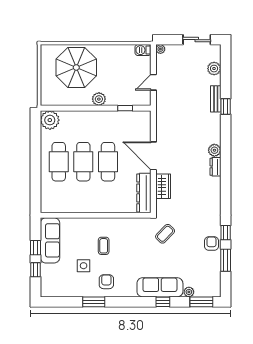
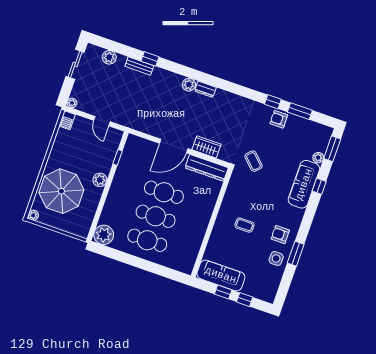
plant: (45, 49) -> (33, 215), added
side table: (84, 266) -> (276, 259), moved

